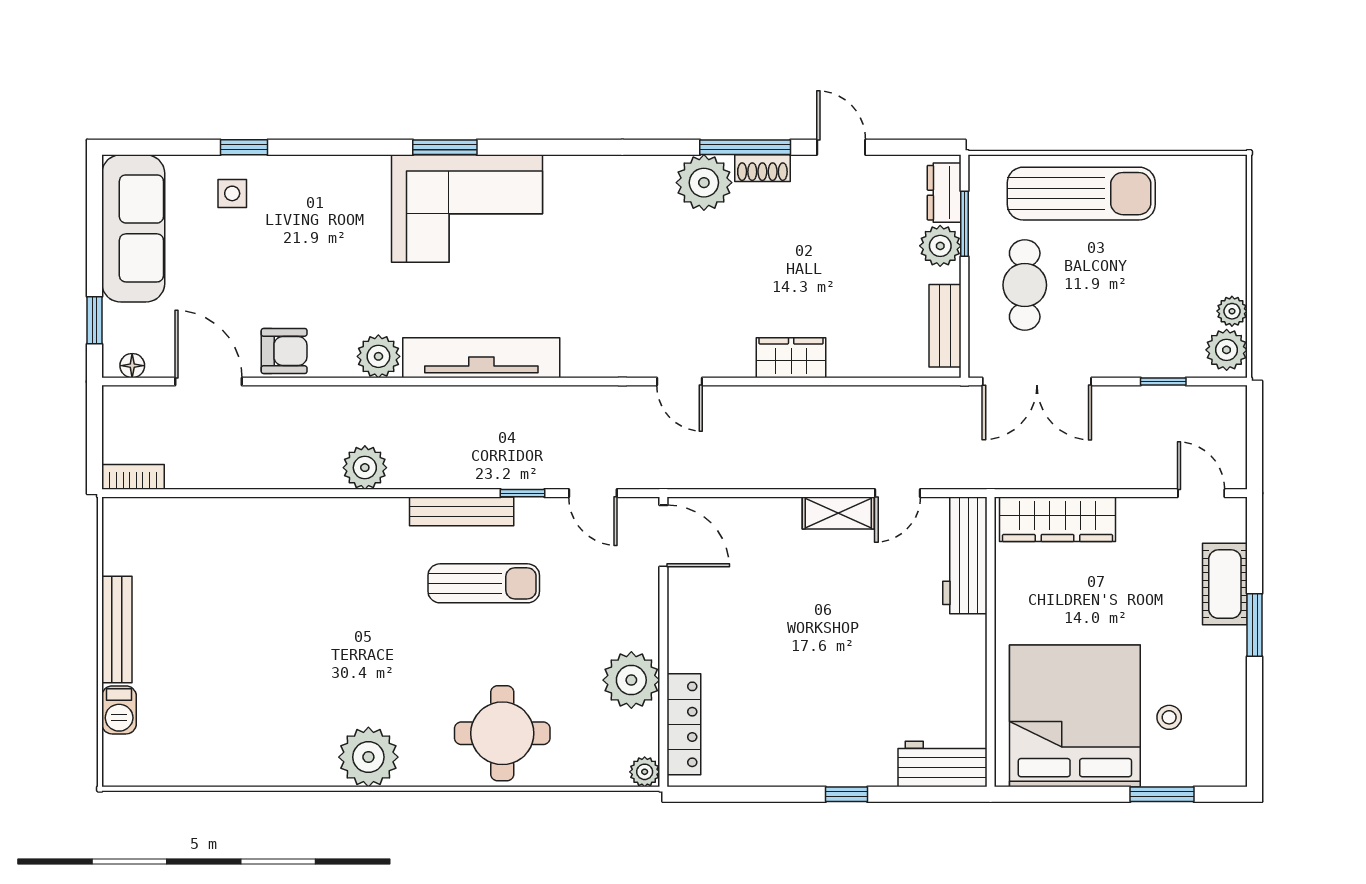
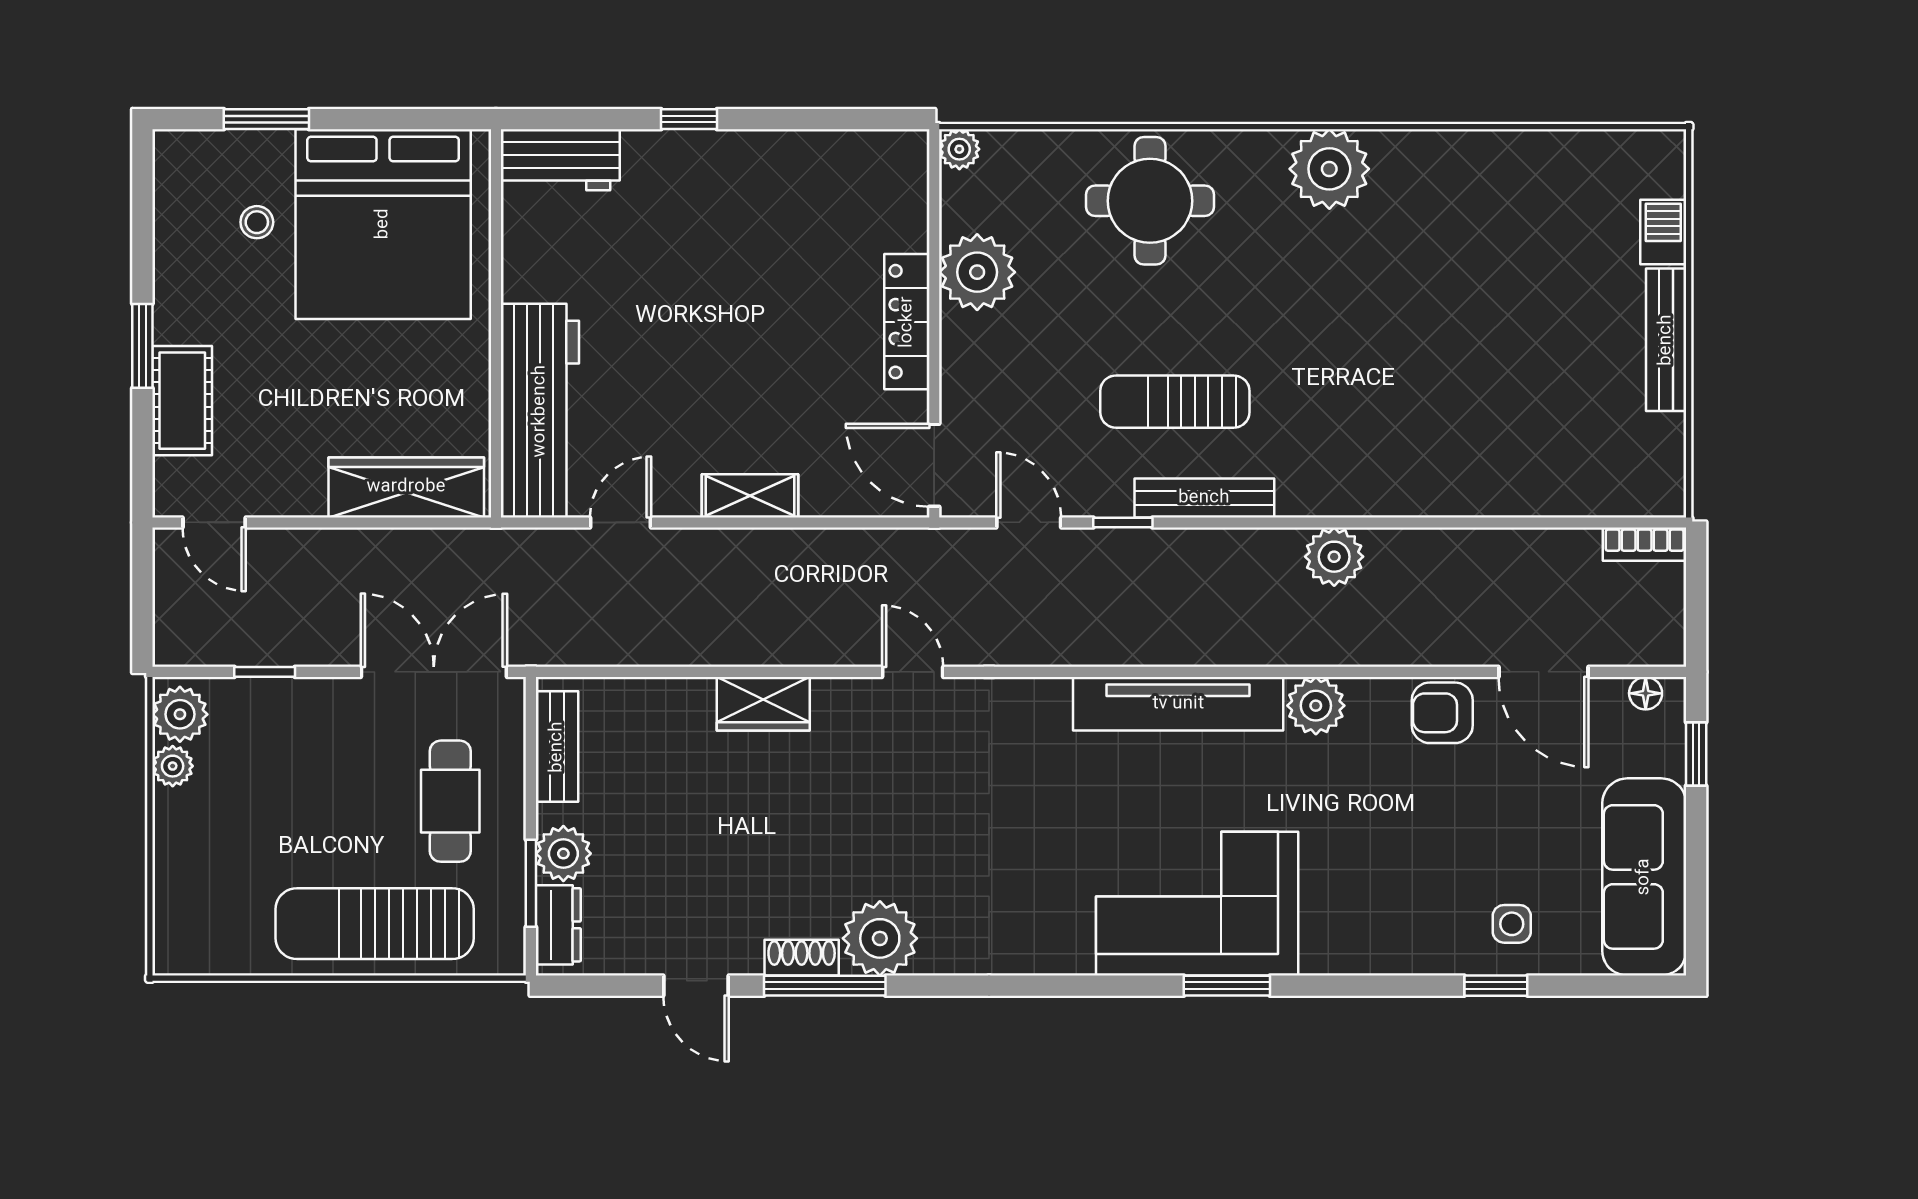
shelving: (838, 513) -> (750, 496), moved
workbench: (965, 555) -> (540, 411), width x1.36, depth x1.32
locker: (684, 724) -> (907, 322), moved

